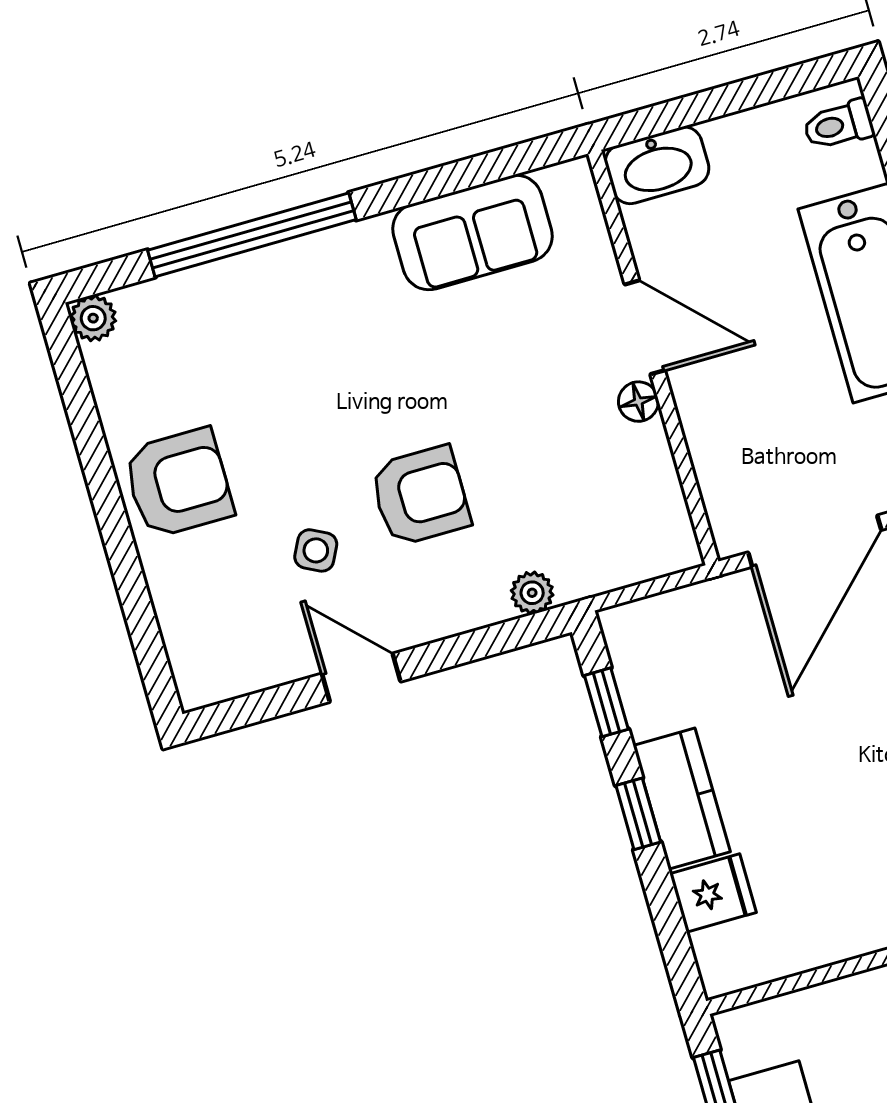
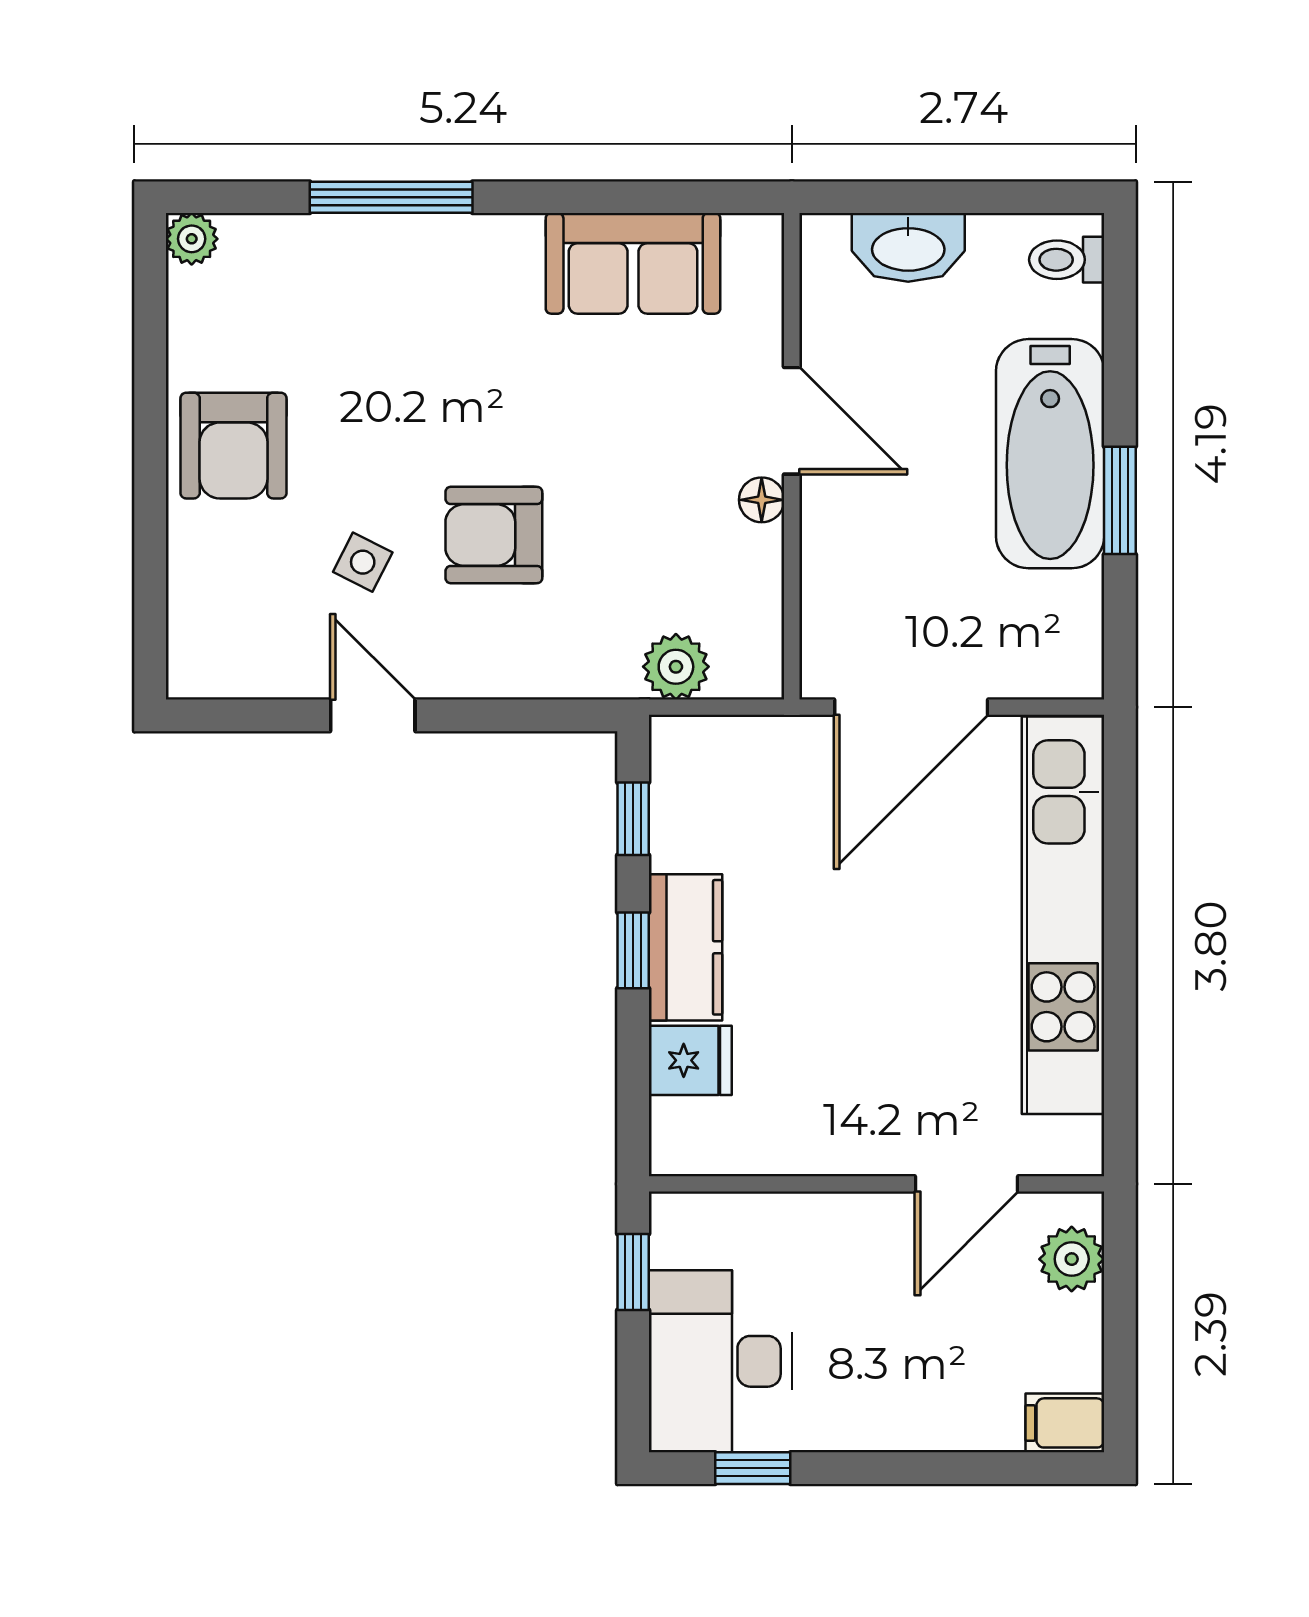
washbasin: (657, 165) -> (908, 247), moved
window: (252, 235) -> (391, 197), width x0.68
armchair: (178, 483) -> (233, 446), turned 90
armchair: (420, 496) -> (494, 535), turned 180
plant: (532, 593) -> (676, 667), moved, width x1.38, depth x1.38

